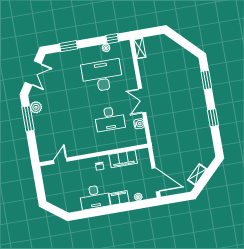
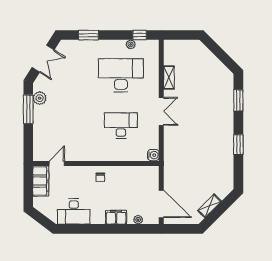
shelving: (140, 48) -> (169, 78), moved
double door: (142, 101) -> (161, 111), swing flipped
desk: (110, 119) -> (121, 126), turned 180
water cooler: (139, 124) -> (153, 155), moved
filing cabinet: (123, 159) -> (41, 181), moved, turned -90
desk: (95, 197) -> (74, 211), moved

